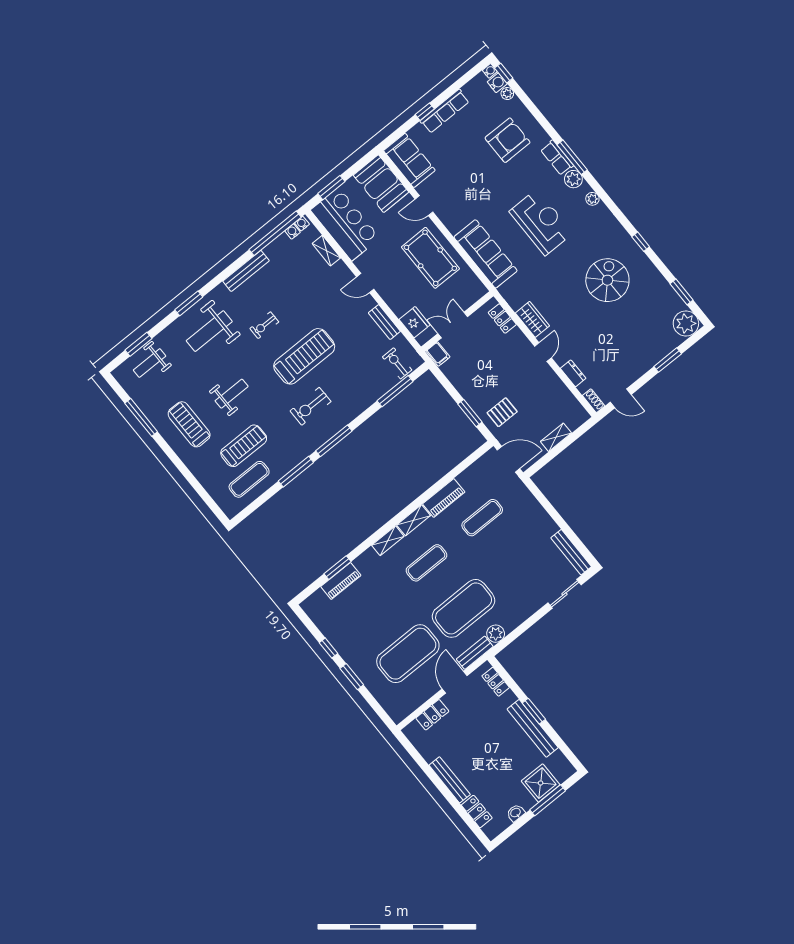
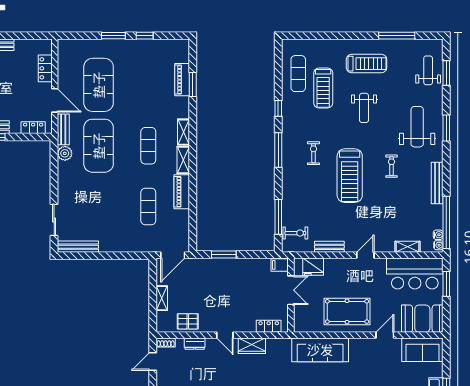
exercise bike: (311, 406) -> (313, 153), width x0.73, depth x0.72
pallet: (502, 412) -> (188, 321), moved, turned 90
window: (296, 472) -> (278, 108), width x0.46

